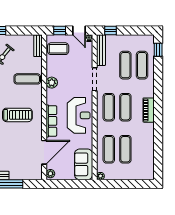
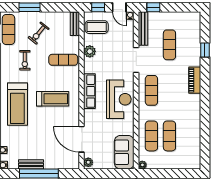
window: (158, 50) -> (205, 50), moved
exercise mat: (142, 65) -> (187, 45), removed
plant: (52, 83) -> (90, 51), moved
exercise mat: (125, 107) -> (169, 90), removed
piano: (149, 110) -> (195, 80), moved
row of seats: (51, 121) -> (89, 91), moved
door: (44, 152) -> (81, 139), swing flipped

